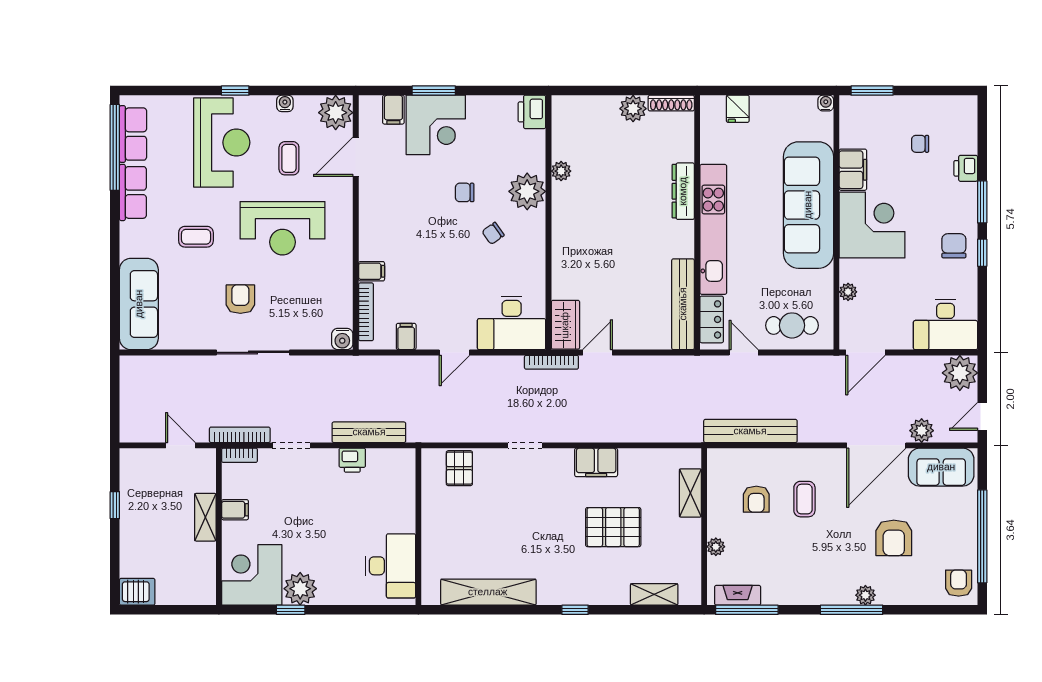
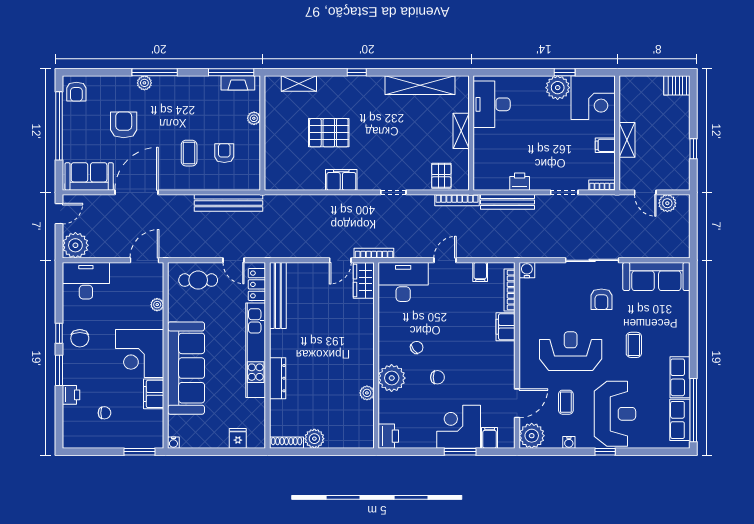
reception desk: (222, 142) -> (615, 414), turned 180
coffee table: (196, 237) -> (634, 345), turned 90
filing cabinet: (372, 271) -> (506, 327), width x2.00
sofa: (139, 304) -> (656, 277), moved, turned -90
plant: (922, 431) -> (667, 203), moved
bookcase: (240, 435) -> (457, 200), moved
shelving: (690, 493) -> (461, 131), moved

